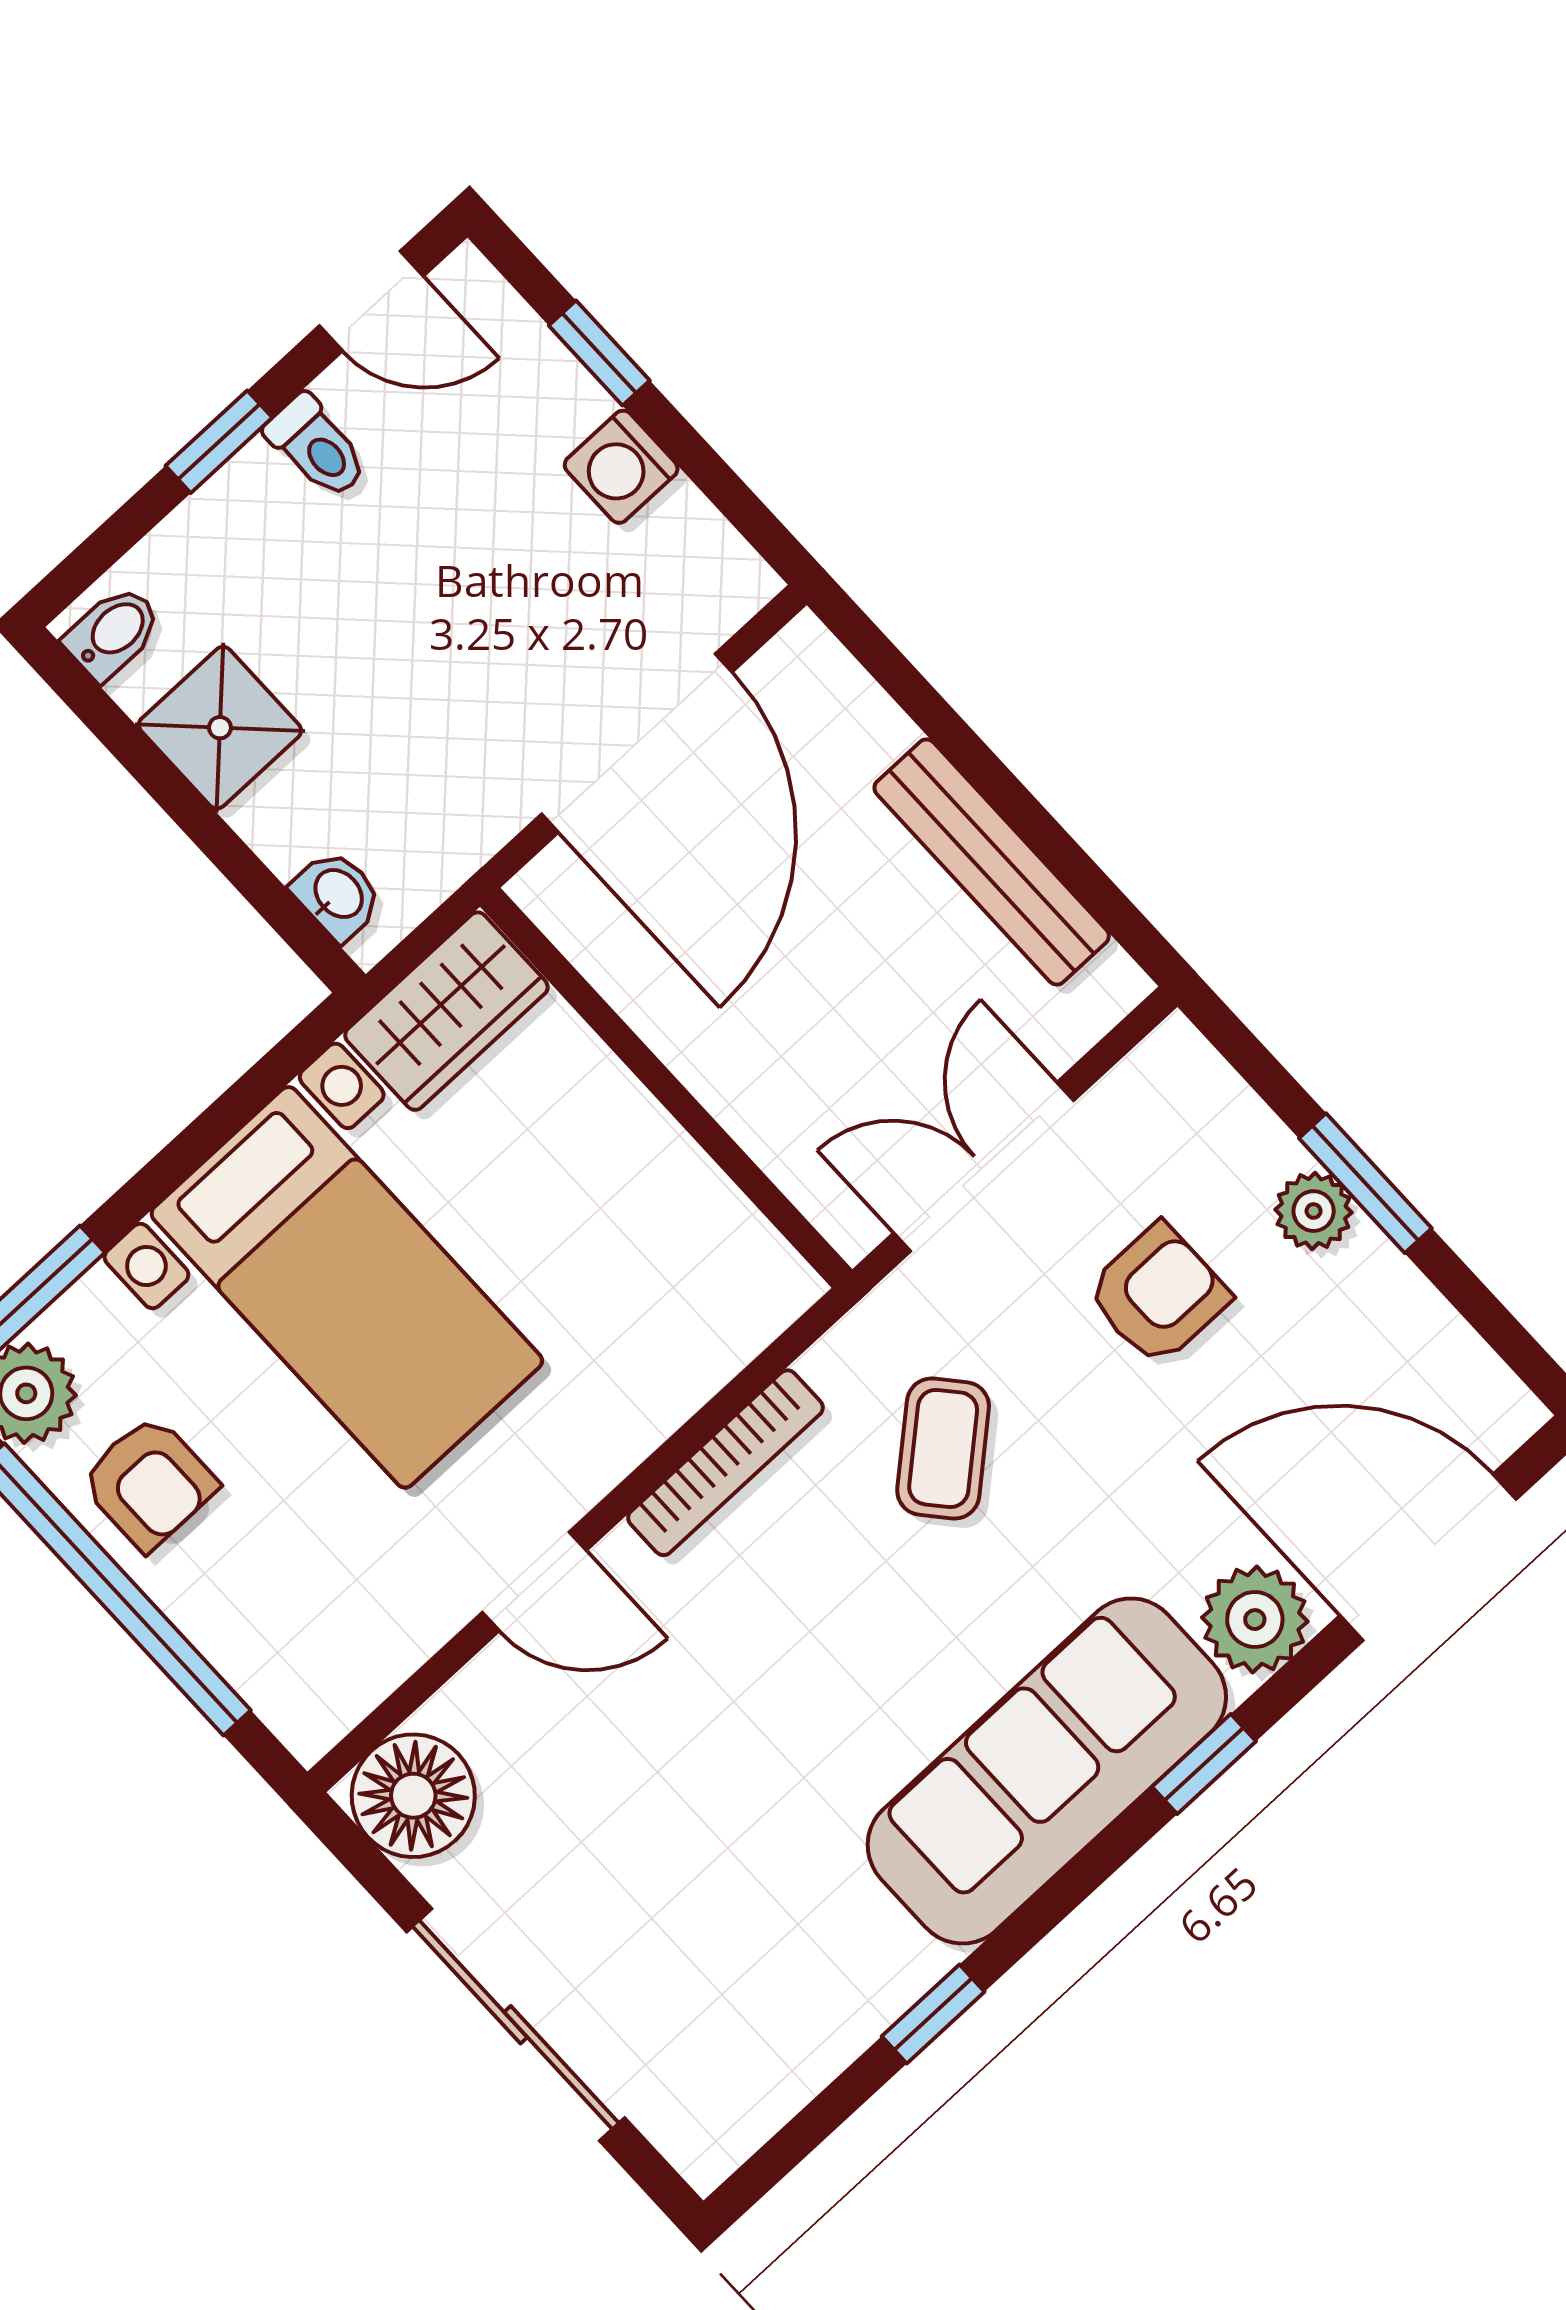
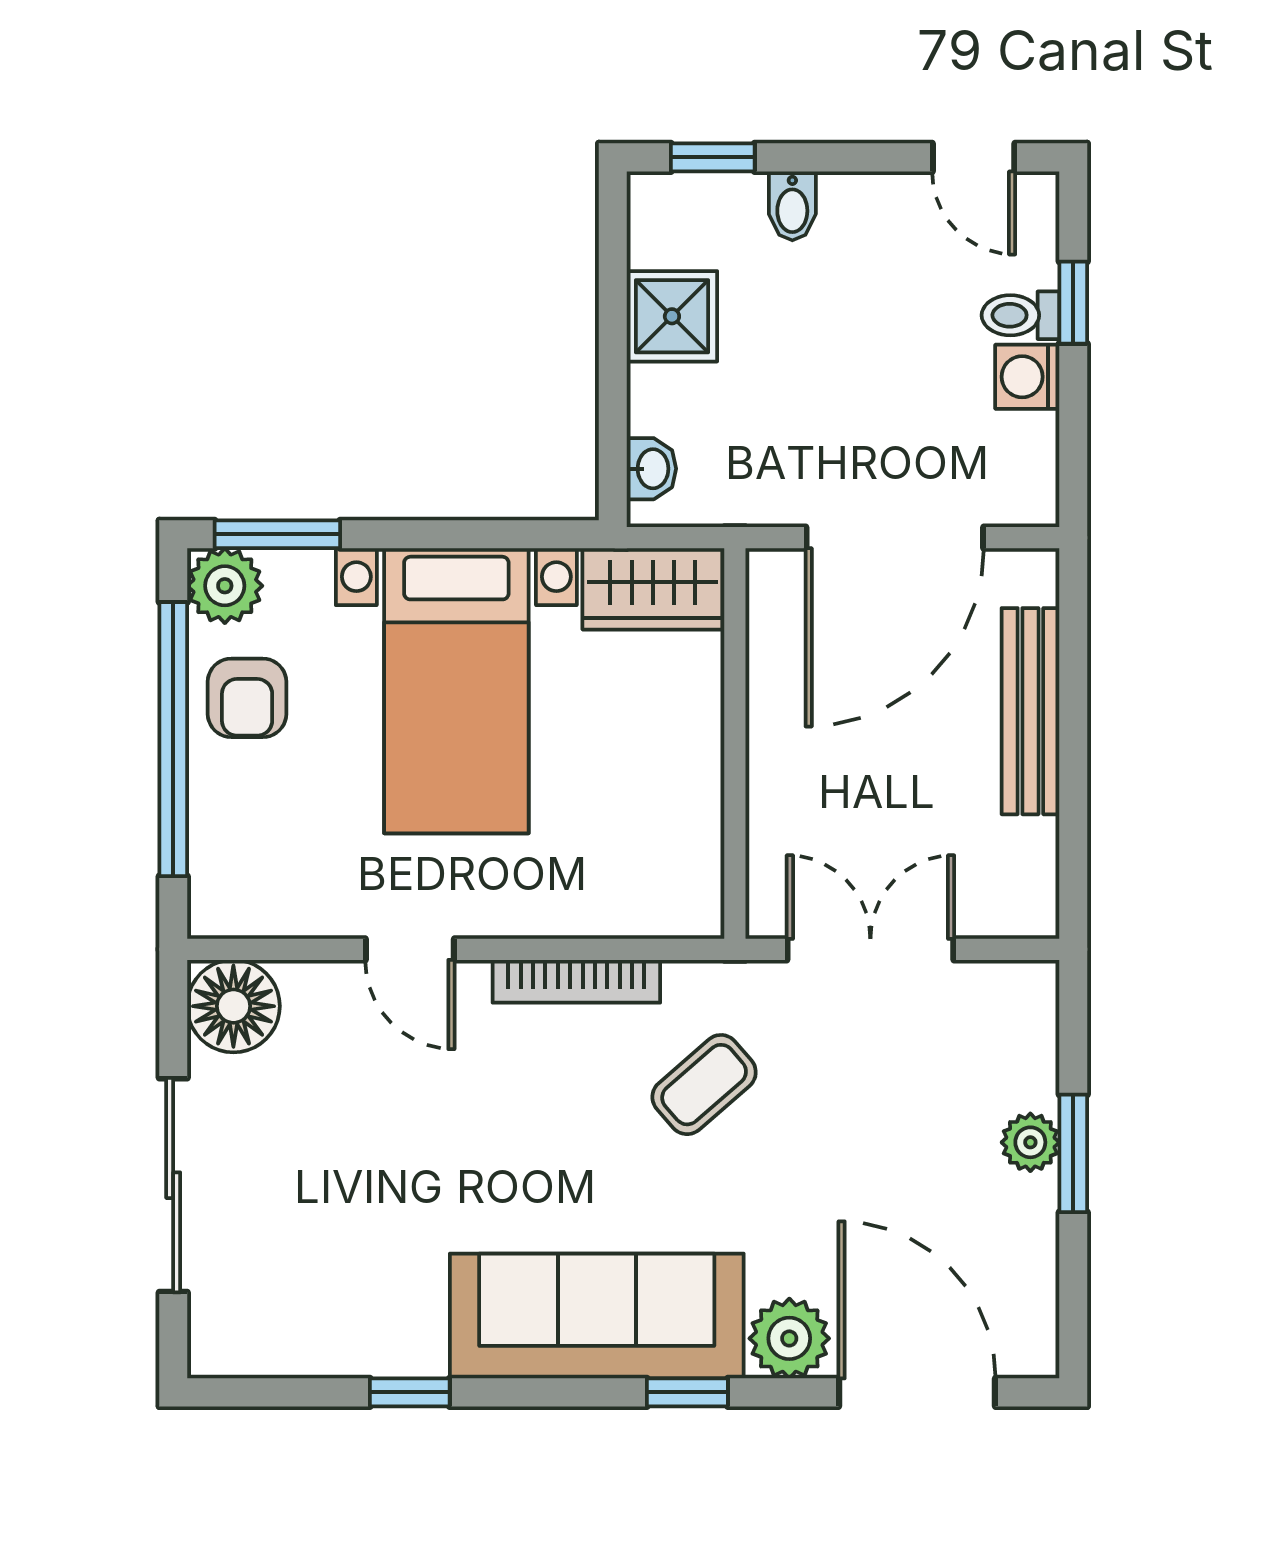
window: (219, 442) -> (713, 157), moved
toilet: (317, 447) -> (1020, 315), moved, turned 90
bidet: (113, 633) -> (792, 206), moved, turned 90
bench: (992, 862) -> (1030, 711), moved
armchair: (1158, 1294) -> (902, 1109), removed

